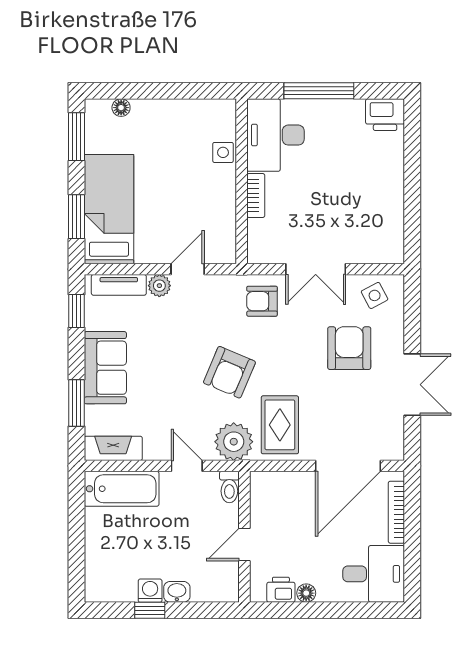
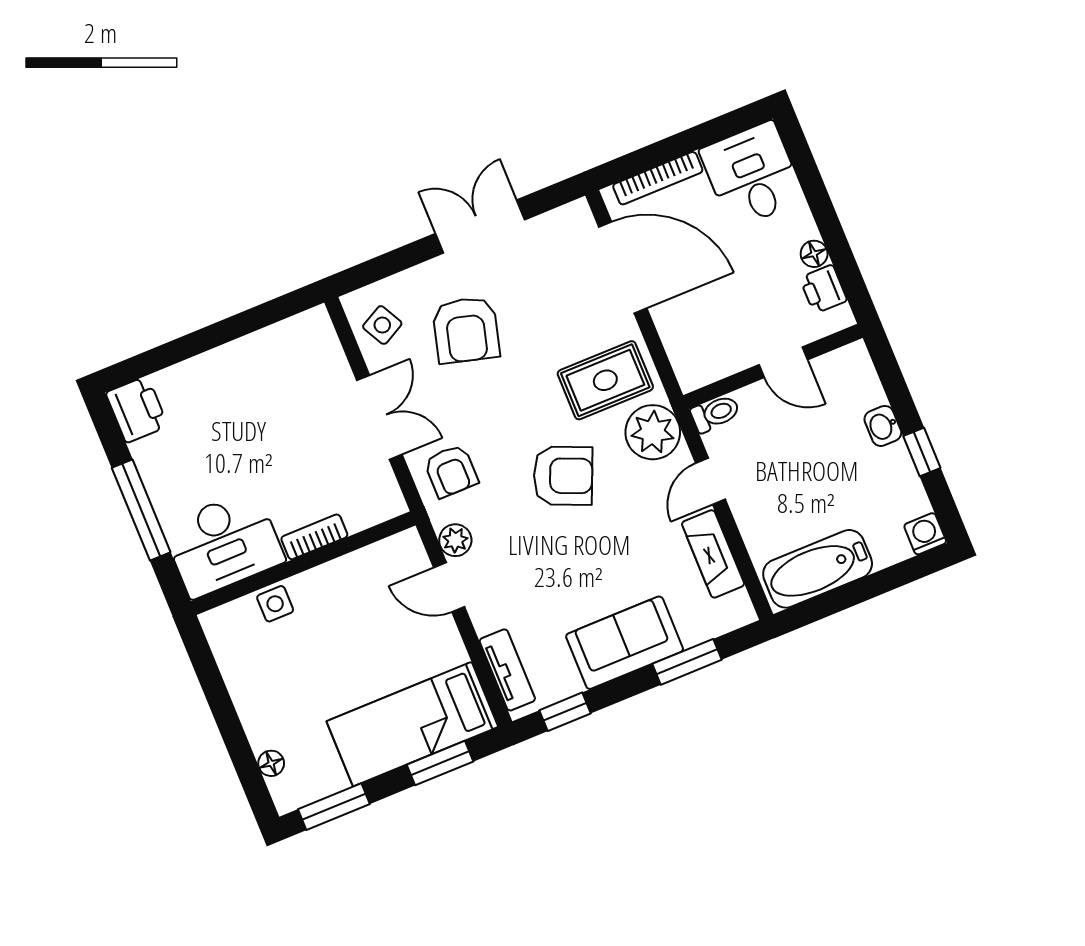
plant: (159, 286) -> (455, 540), moved
armchair: (349, 348) -> (466, 330), turned -75
fireplace: (113, 448) -> (713, 554), moved
bathtub: (122, 489) -> (818, 569), moved, turned -90
washing machine: (150, 591) -> (925, 534), moved, turned 90

